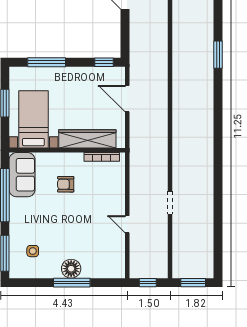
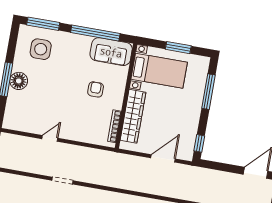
side table: (33, 251) -> (41, 49), width x1.87, depth x1.87

